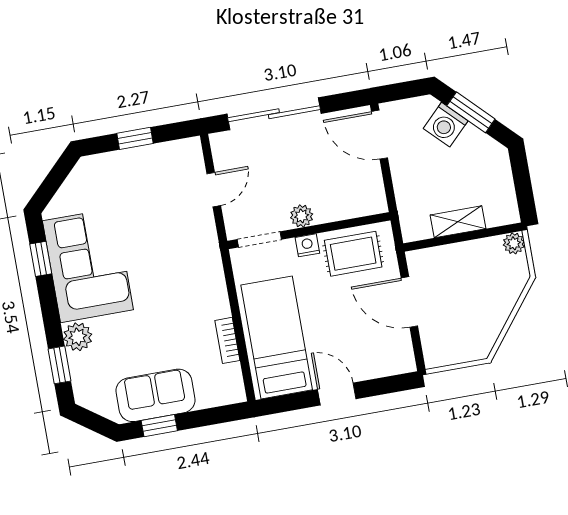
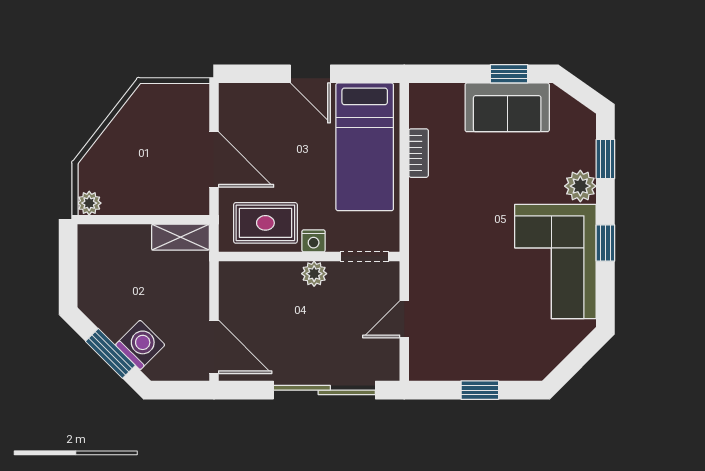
shelving: (458, 222) -> (180, 237), moved
window: (41, 259) -> (605, 243), moved

